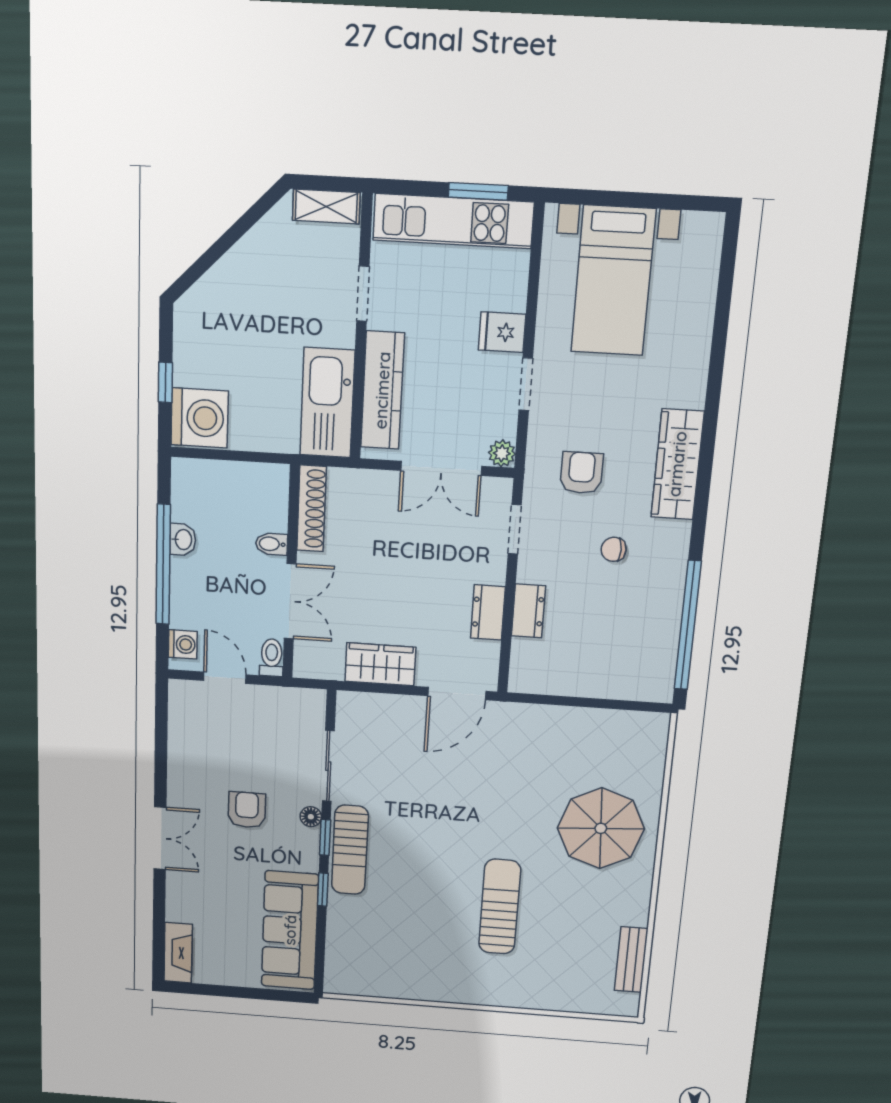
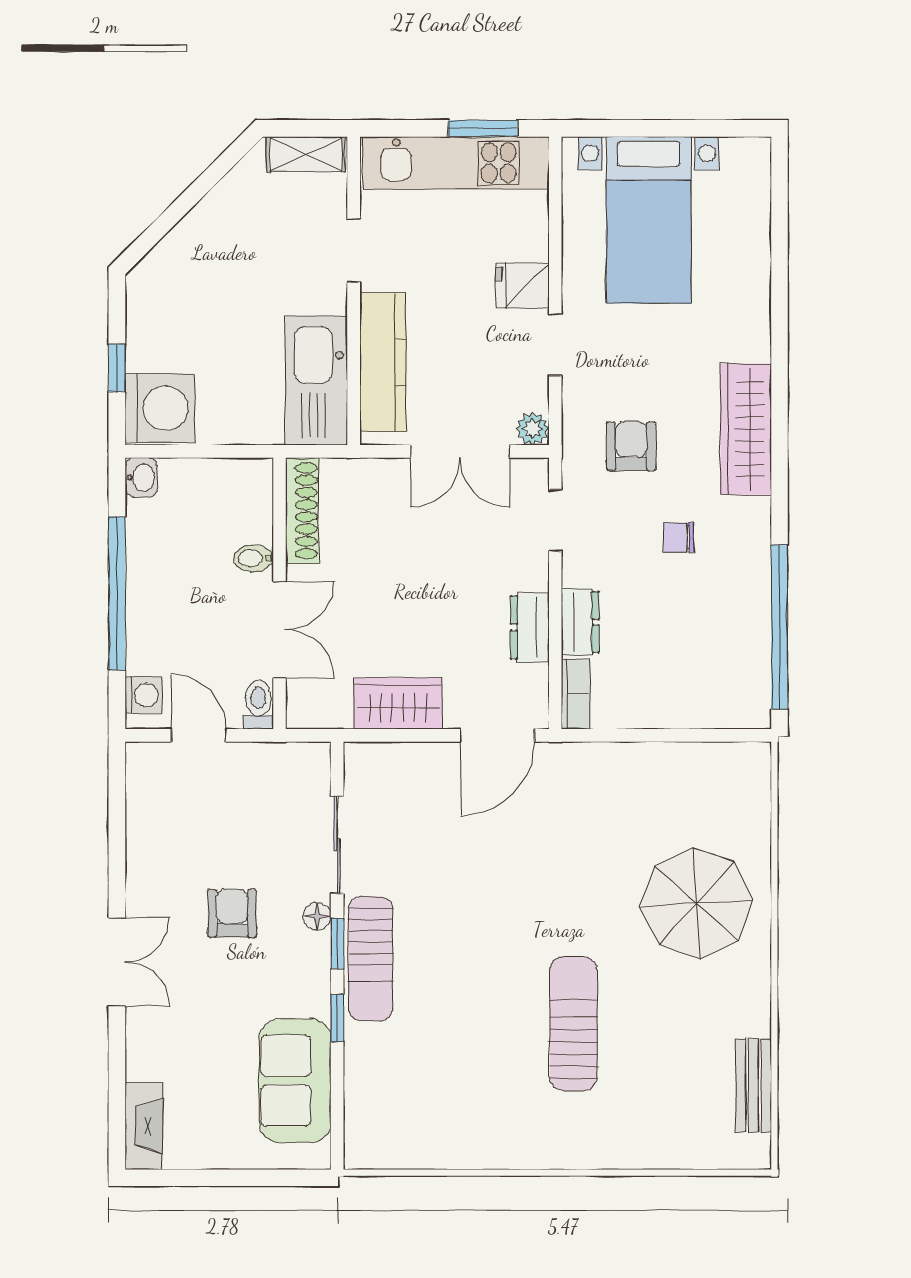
washbasin: (183, 540) -> (141, 478), moved
bookcase: (520, 666) -> (575, 694), added
sofa: (290, 930) -> (295, 1081), width x0.73

